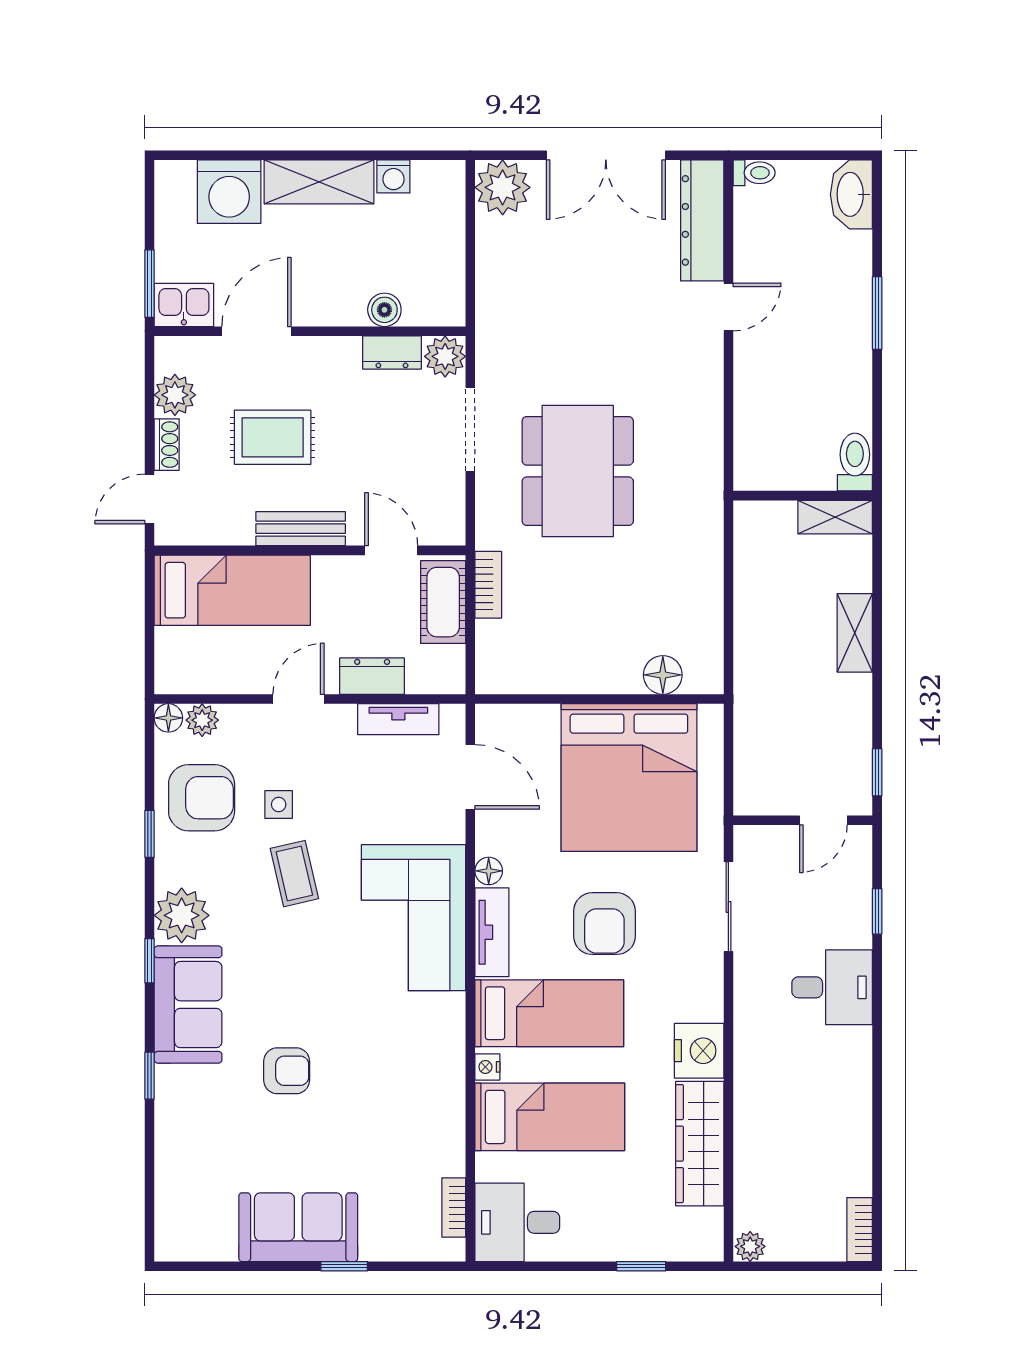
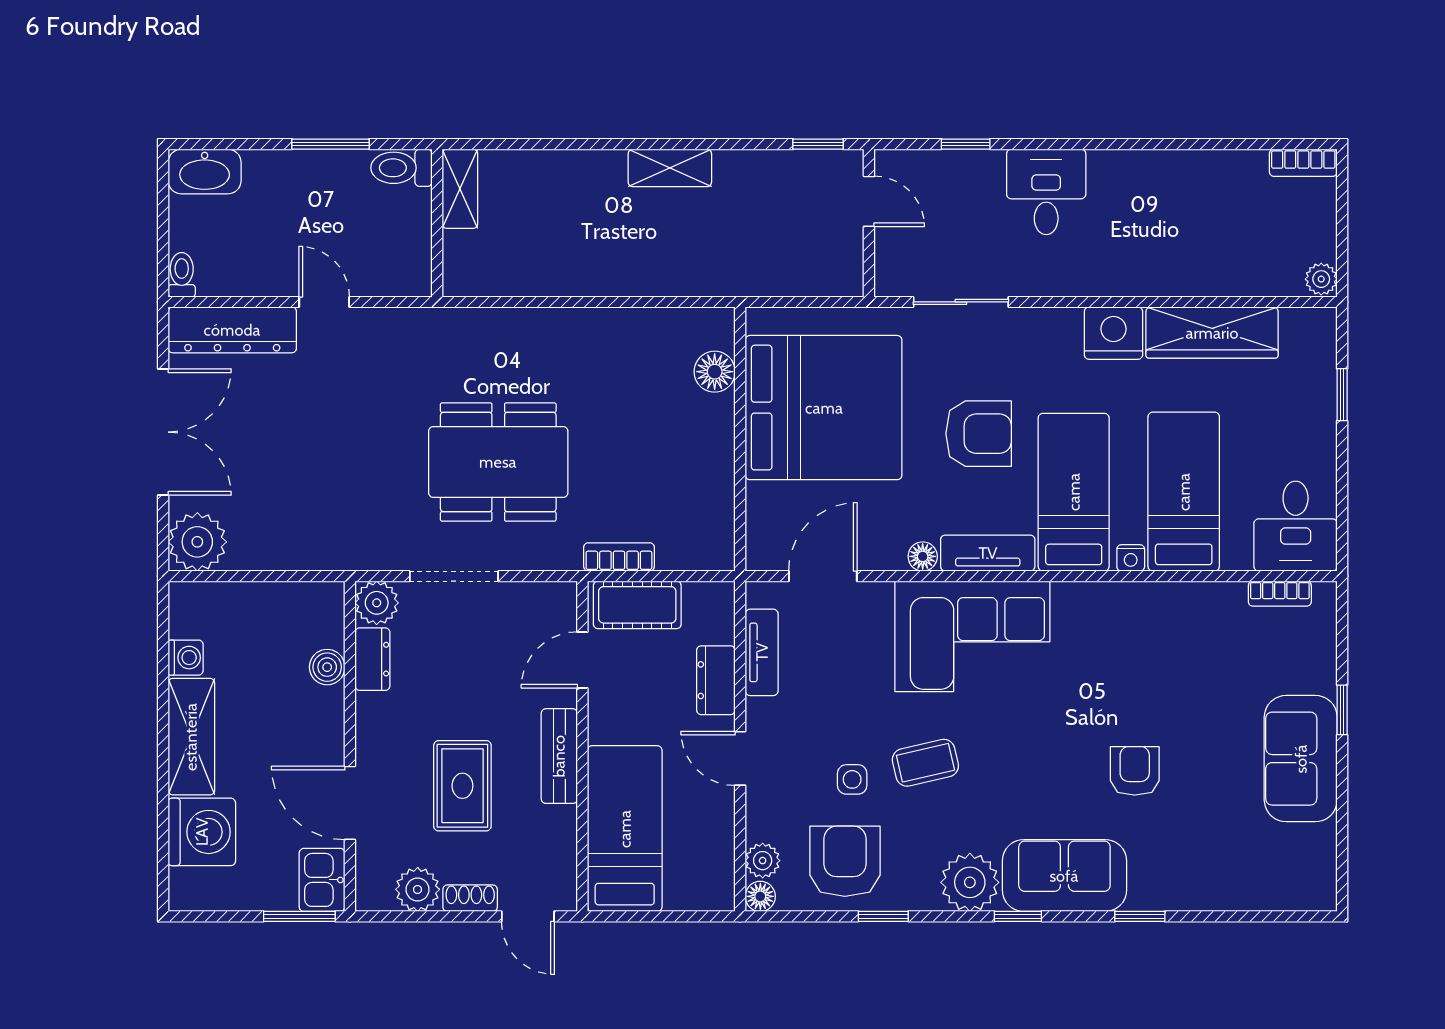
toilet: (855, 462) -> (401, 168), moved
wall: (803, 496) -> (437, 223), moved
shelving: (835, 517) -> (460, 189), moved

